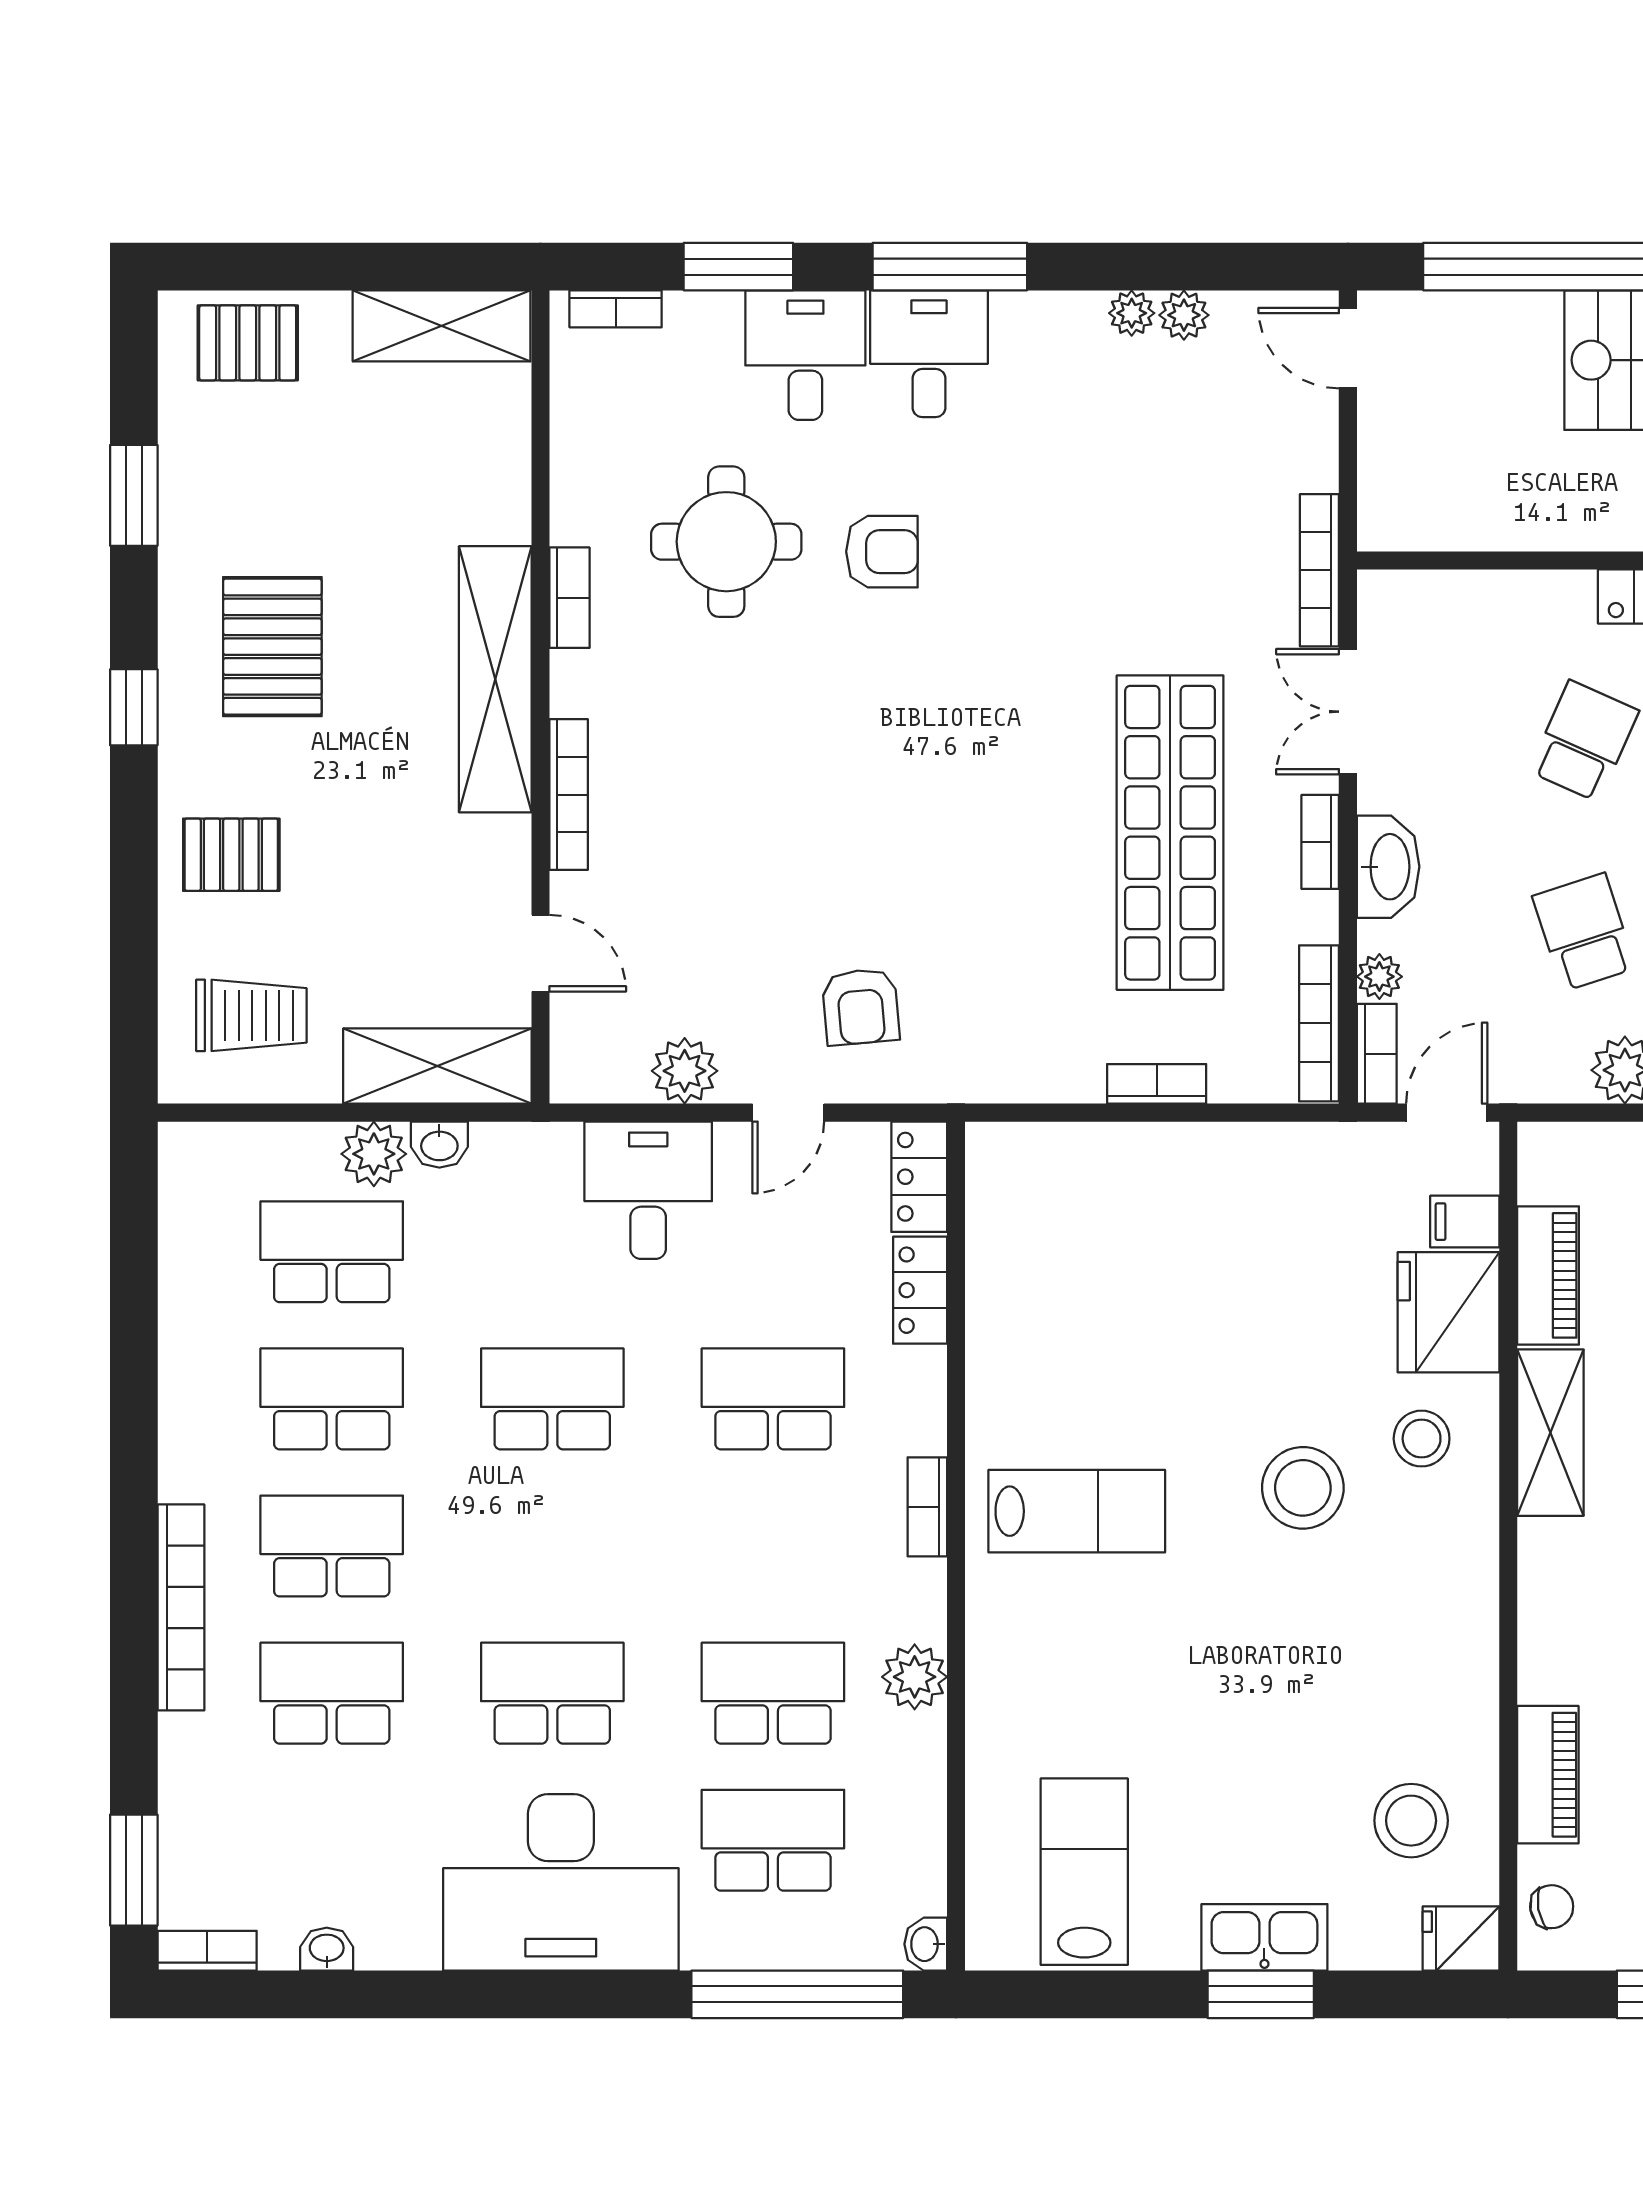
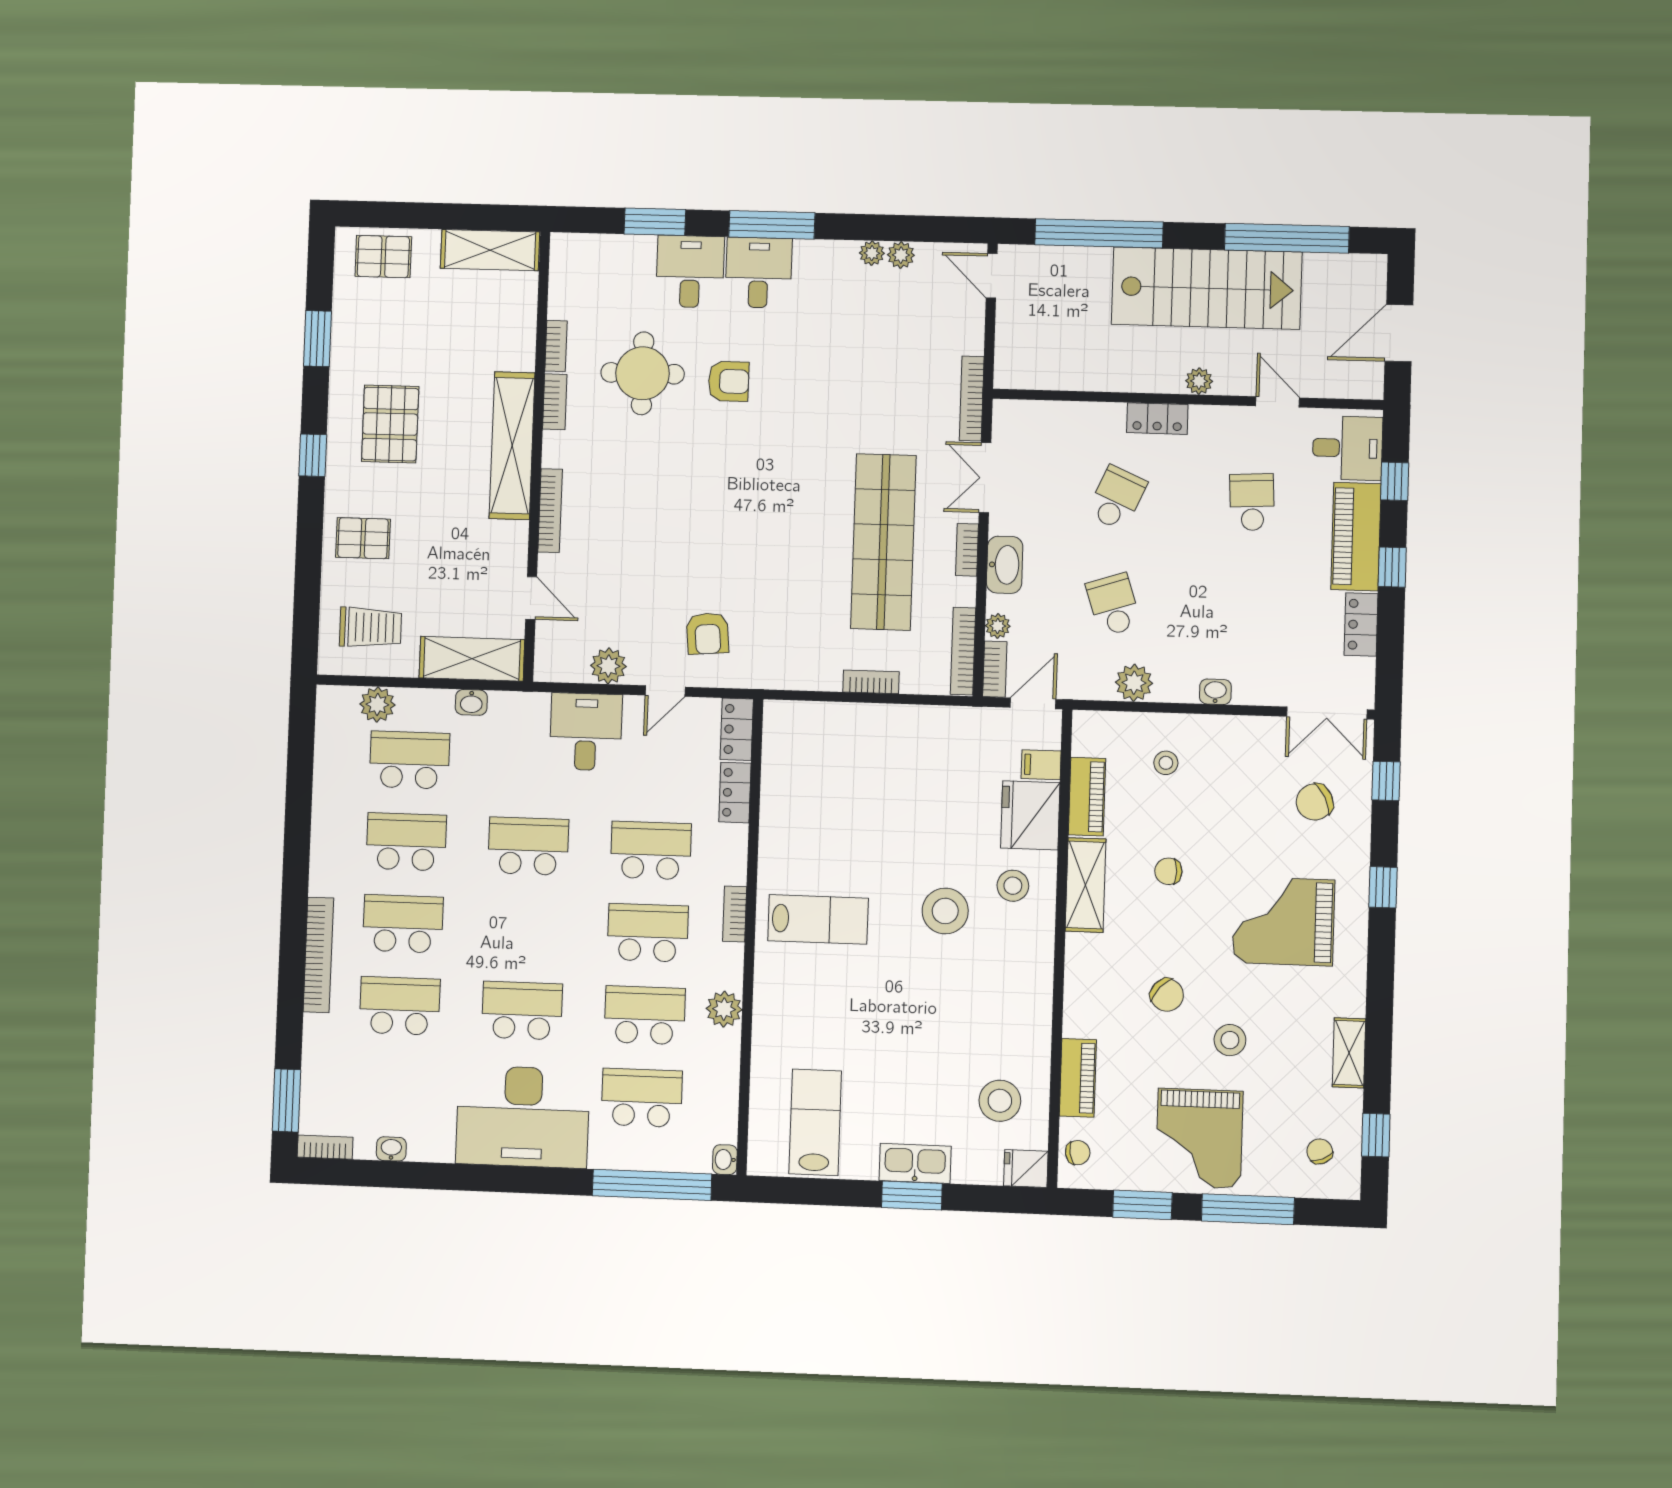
bookcase: (616, 309) -> (556, 346), moved, turned -90
plant: (374, 1154) -> (377, 704), moved
school desk: (773, 1546) -> (648, 933), added

